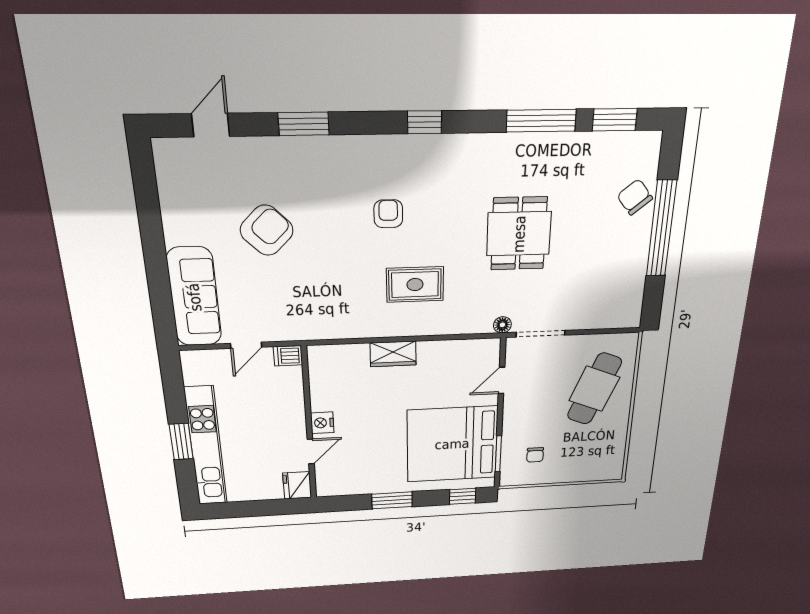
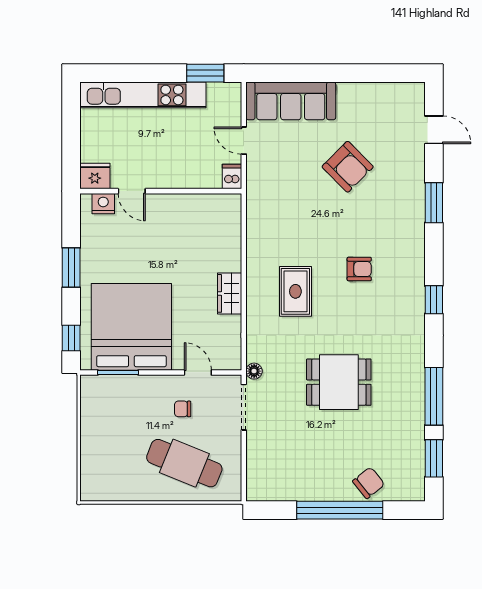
wardrobe: (393, 354) -> (230, 293), moved
nightstand: (322, 423) -> (103, 204), moved
window: (181, 442) -> (205, 73), moved
chair: (535, 455) -> (183, 409), moved

